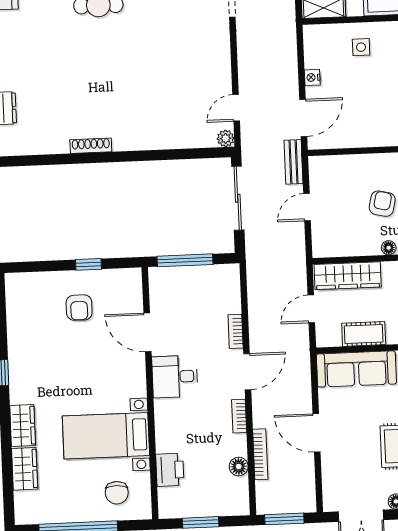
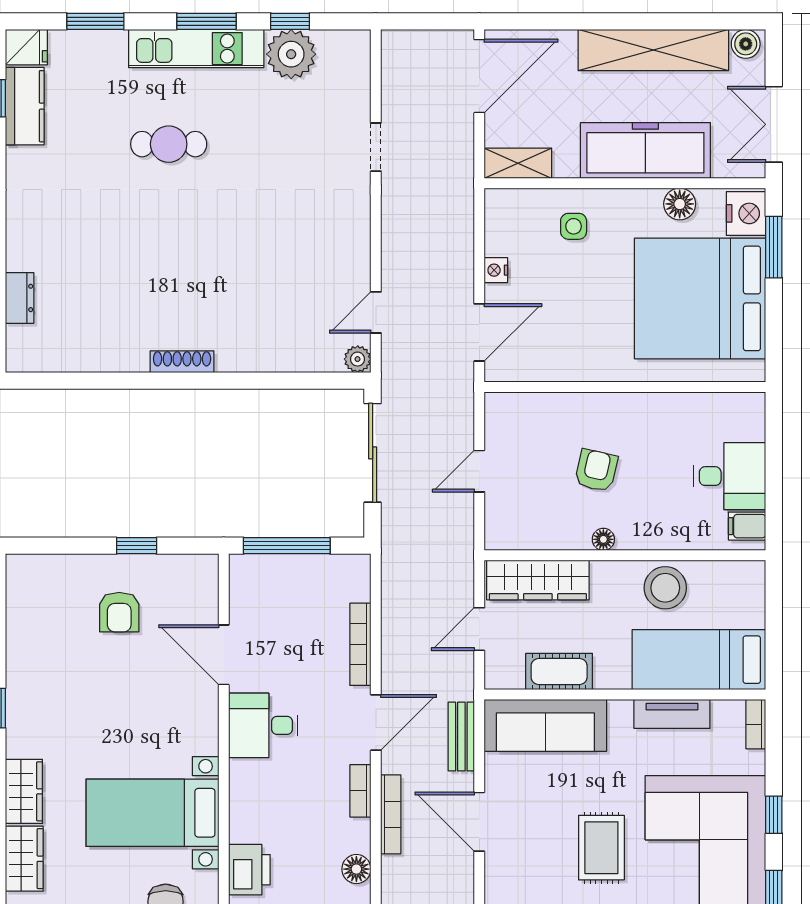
shoe rack: (91, 146) -> (182, 362), moved
bench: (294, 162) -> (461, 736), moved
bookcase: (236, 331) -> (360, 644), width x1.56
bookcase: (260, 454) -> (391, 814), moved

